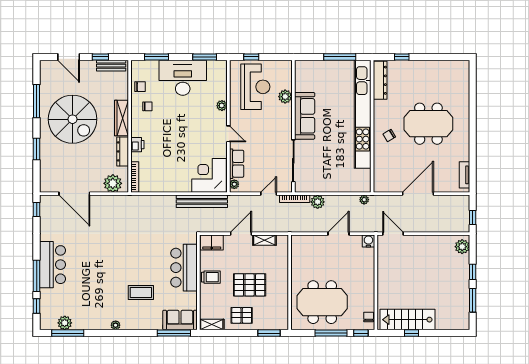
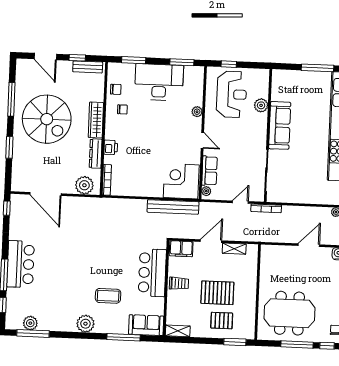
plant: (318, 202) -> (289, 212), removed
pallet: (242, 315) -> (222, 321), moved
plant: (116, 325) -> (85, 324), width x1.88, depth x1.88
window: (174, 333) -> (123, 337), moved

